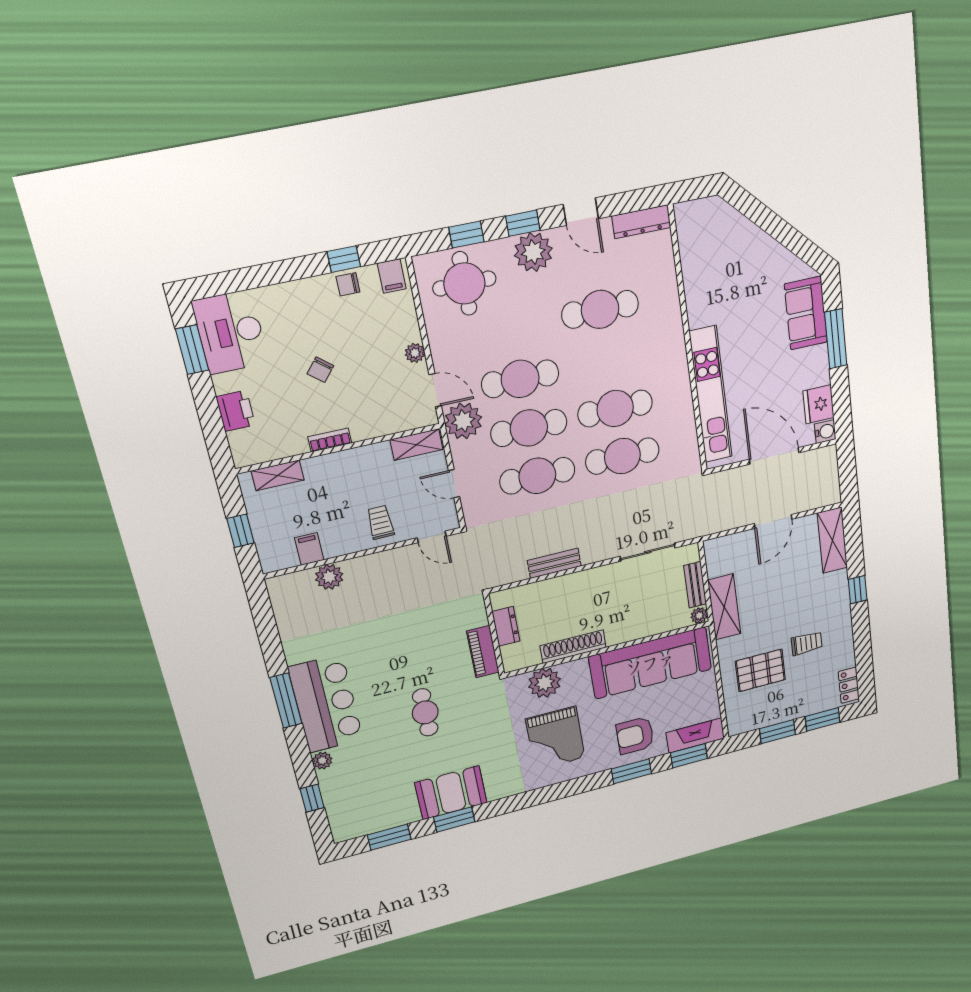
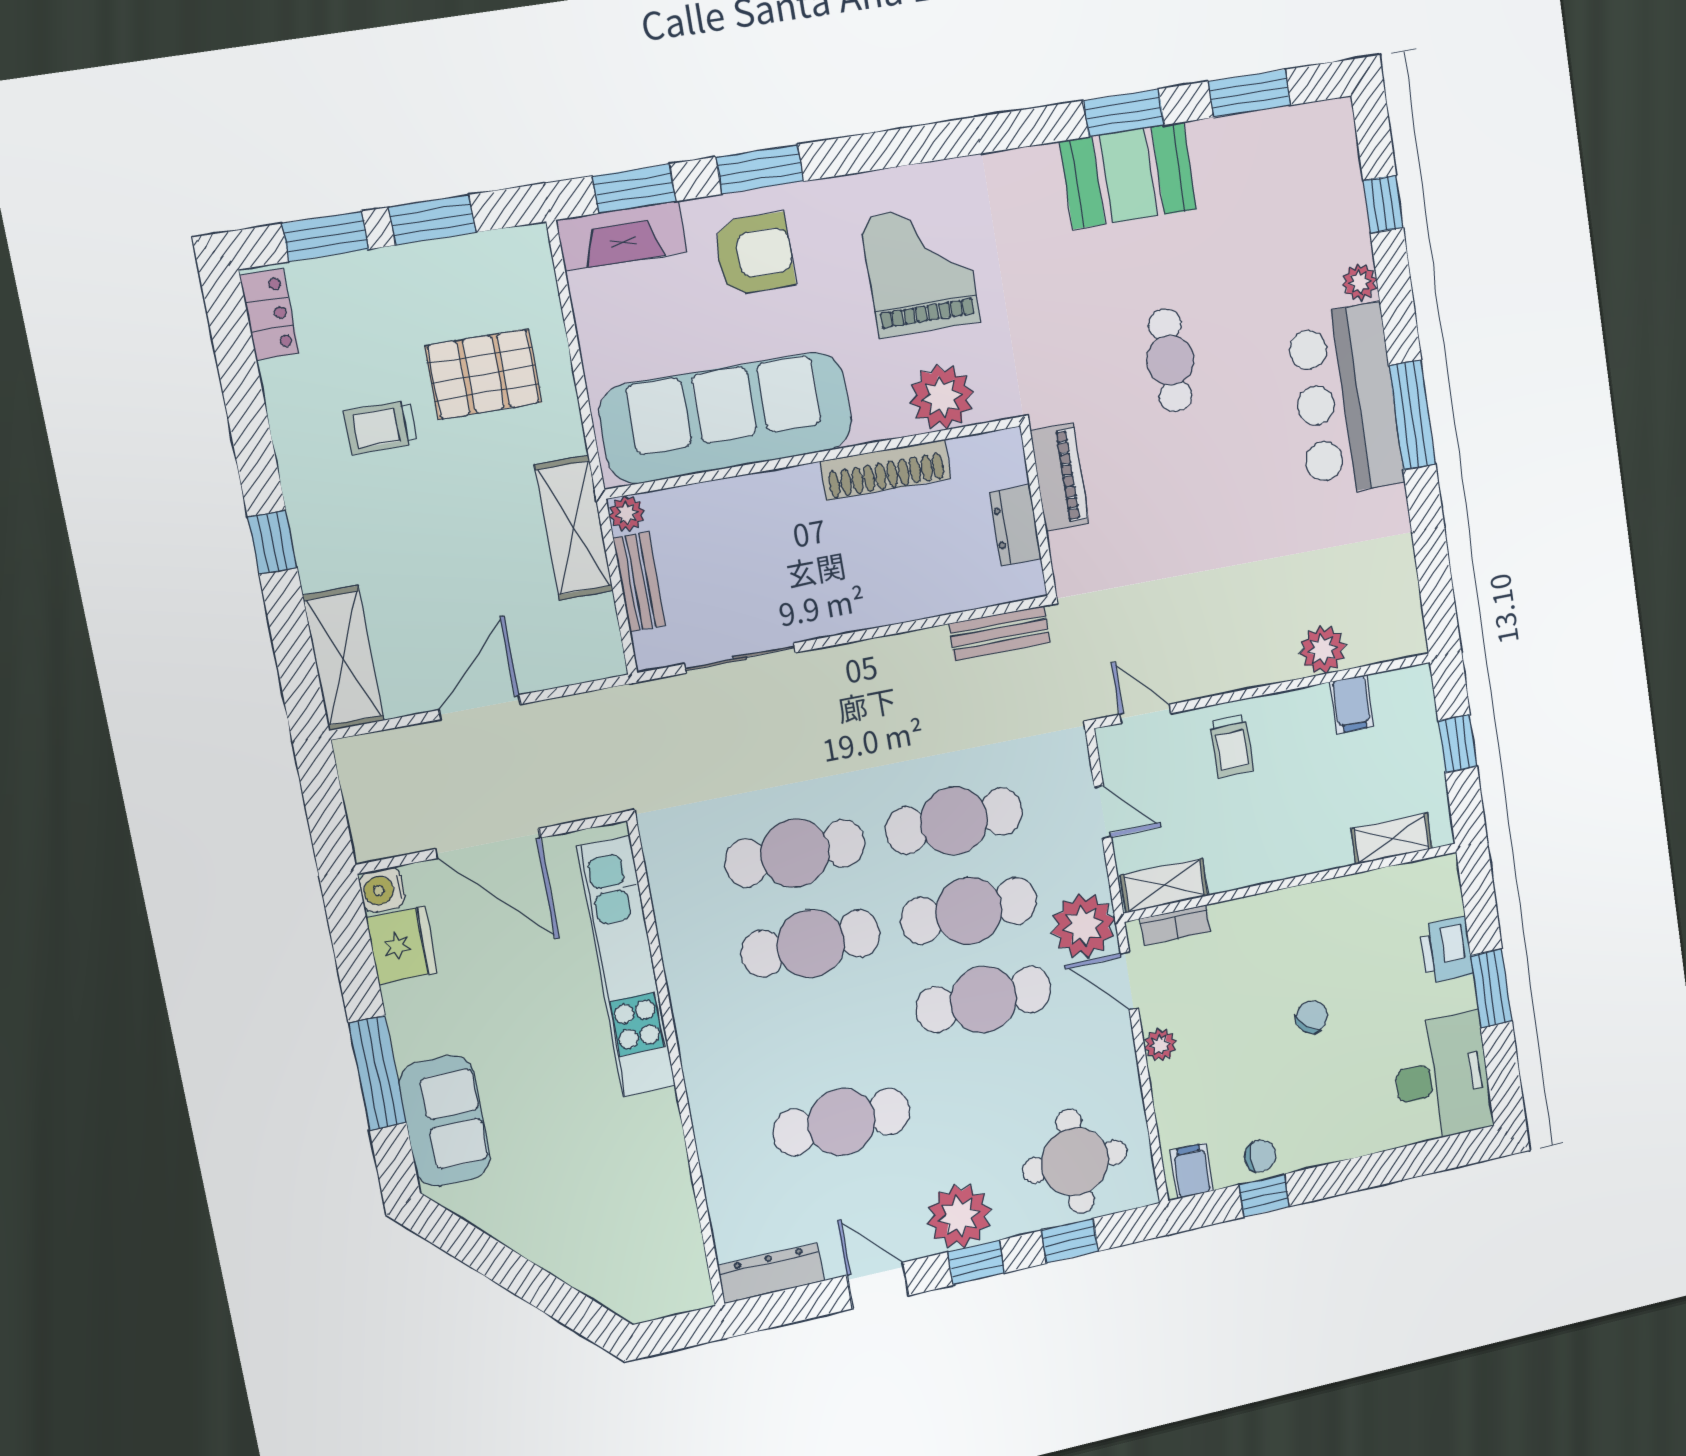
window: (192, 350) -> (1491, 989), moved
bookcase: (330, 440) -> (1175, 925), moved
bench: (554, 563) -> (999, 633), moved

